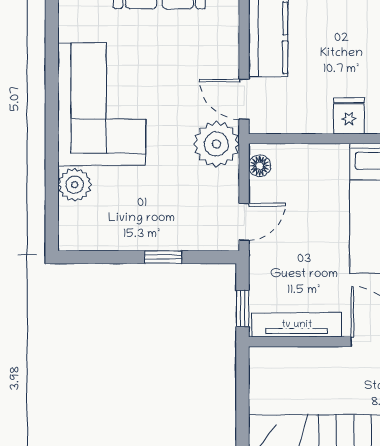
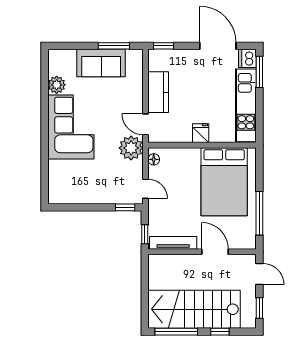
plant: (75, 185) -> (57, 85), moved
door: (244, 222) -> (146, 189), hinge flipped
window: (163, 257) -> (125, 207), moved

